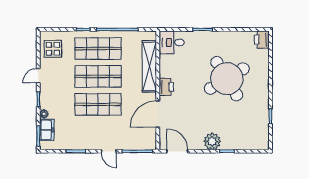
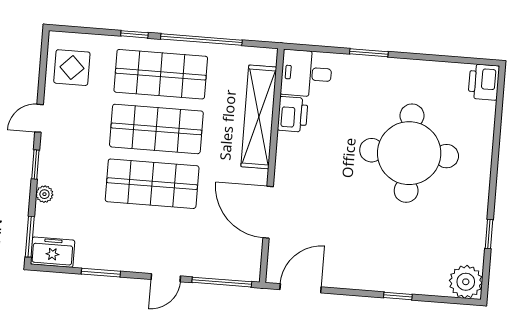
round table: (227, 79) -> (409, 153), turned 31
printer: (166, 87) -> (293, 114), moved
door: (158, 114) -> (268, 212), hinge flipped
freezer: (47, 130) -> (53, 252), moved, turned -90
plant: (212, 141) -> (466, 282), moved
door: (109, 151) -> (166, 278), hinge flipped
door: (177, 151) -> (301, 288), hinge flipped

